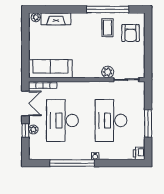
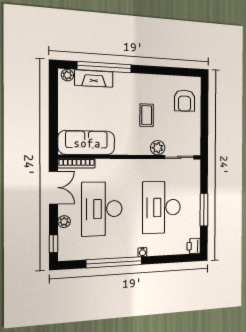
window: (108, 9) -> (104, 67), moved
coffee table: (107, 28) -> (147, 115), moved
window: (25, 130) -> (53, 244), moved

